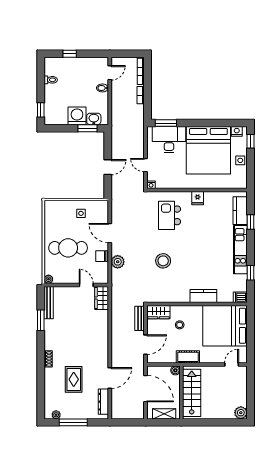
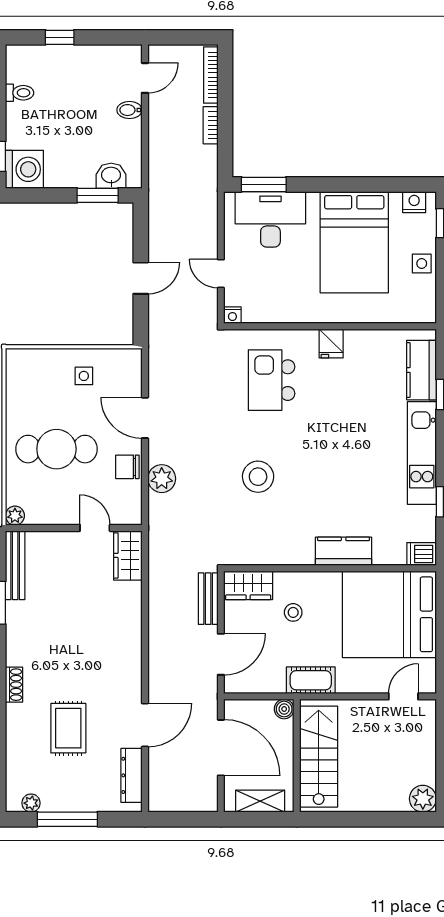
washing machine: (77, 116) -> (24, 169), moved, turned 90
bed: (208, 150) -> (354, 242), width x0.73

